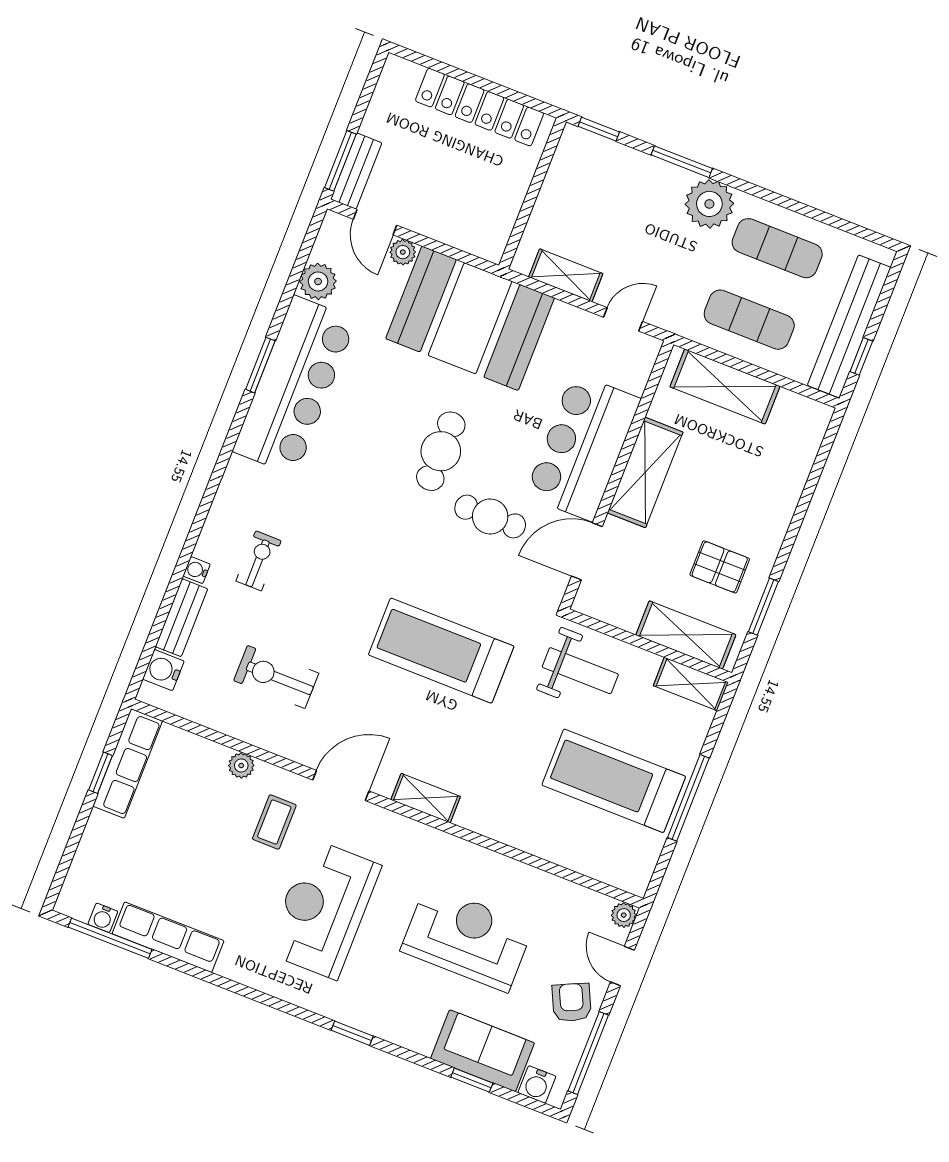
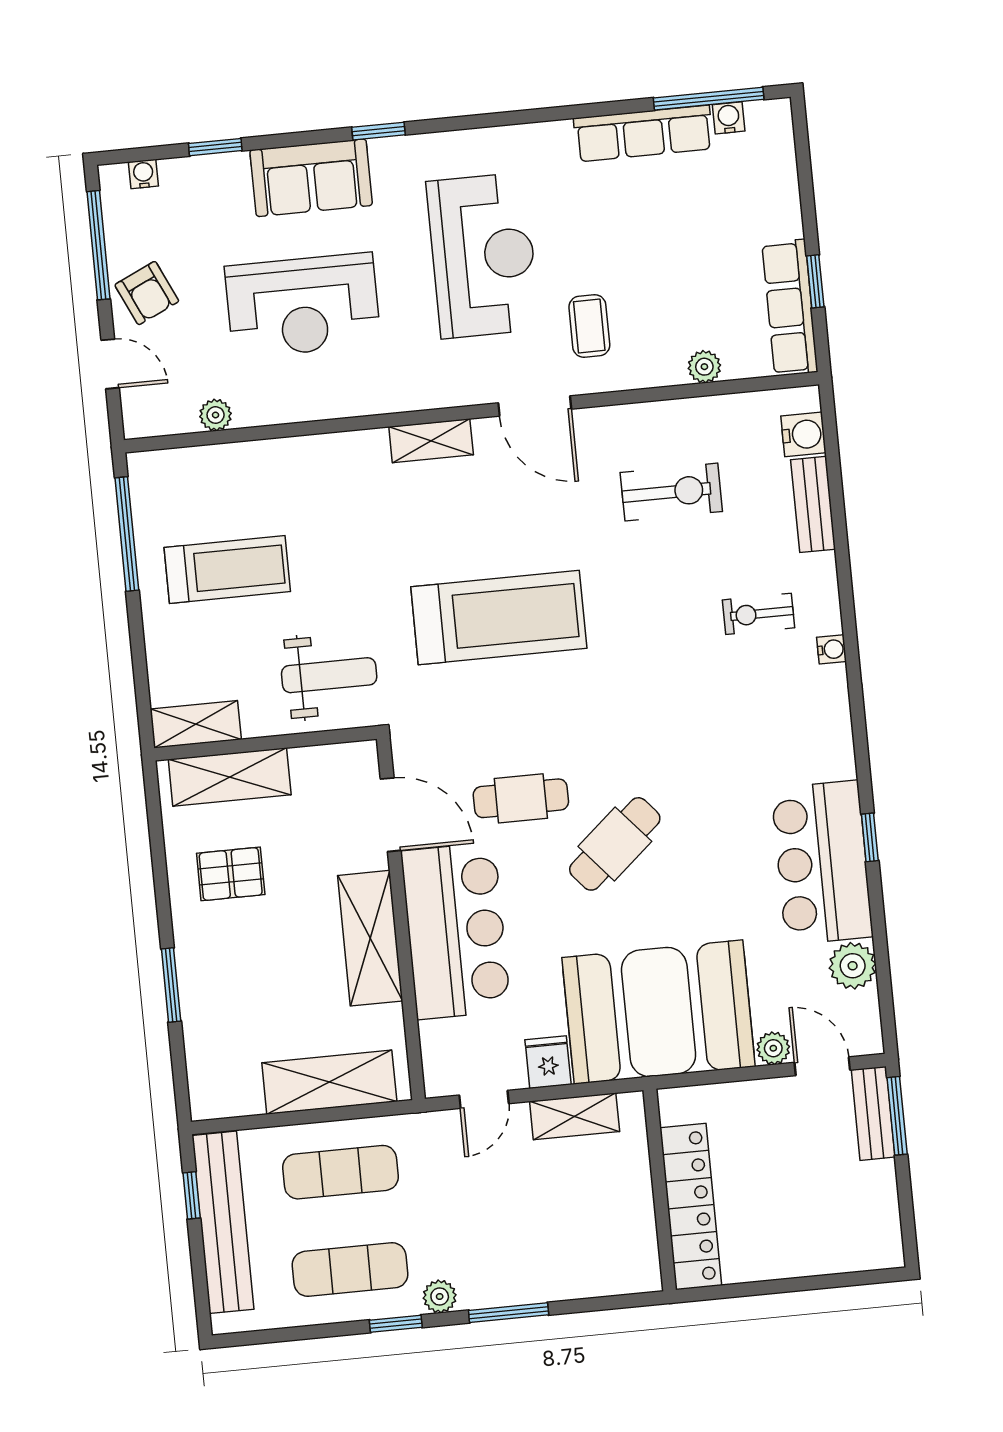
locker: (480, 107) -> (691, 1207), moved, turned 90
window: (599, 129) -> (396, 1324), moved
plant: (709, 204) -> (440, 1297), width x0.53, depth x0.53
fridge: (565, 323) -> (548, 1062), added
window: (260, 365) -> (870, 837), width x0.67
bar counter: (294, 385) -> (822, 863), width x0.73
cafe table: (441, 451) -> (615, 844), turned 49
door: (587, 551) -> (391, 815), hinge flipped
exercise bike: (259, 561) -> (758, 614), turned 90
water cooler: (197, 570) -> (832, 649), moved
window: (763, 607) -> (171, 985), moved
weight bench: (580, 671) -> (329, 675), turned 180
plant: (241, 765) -> (704, 367), moved
treadmill: (614, 781) -> (227, 569), width x0.73, depth x0.73
door: (341, 786) -> (535, 406), hinge flipped
window: (688, 798) -> (127, 534), moved
plant: (624, 915) -> (216, 415), moved
sofa: (483, 1051) -> (311, 178), moved
water cooler: (537, 1085) -> (143, 174), width x0.72, depth x0.72

